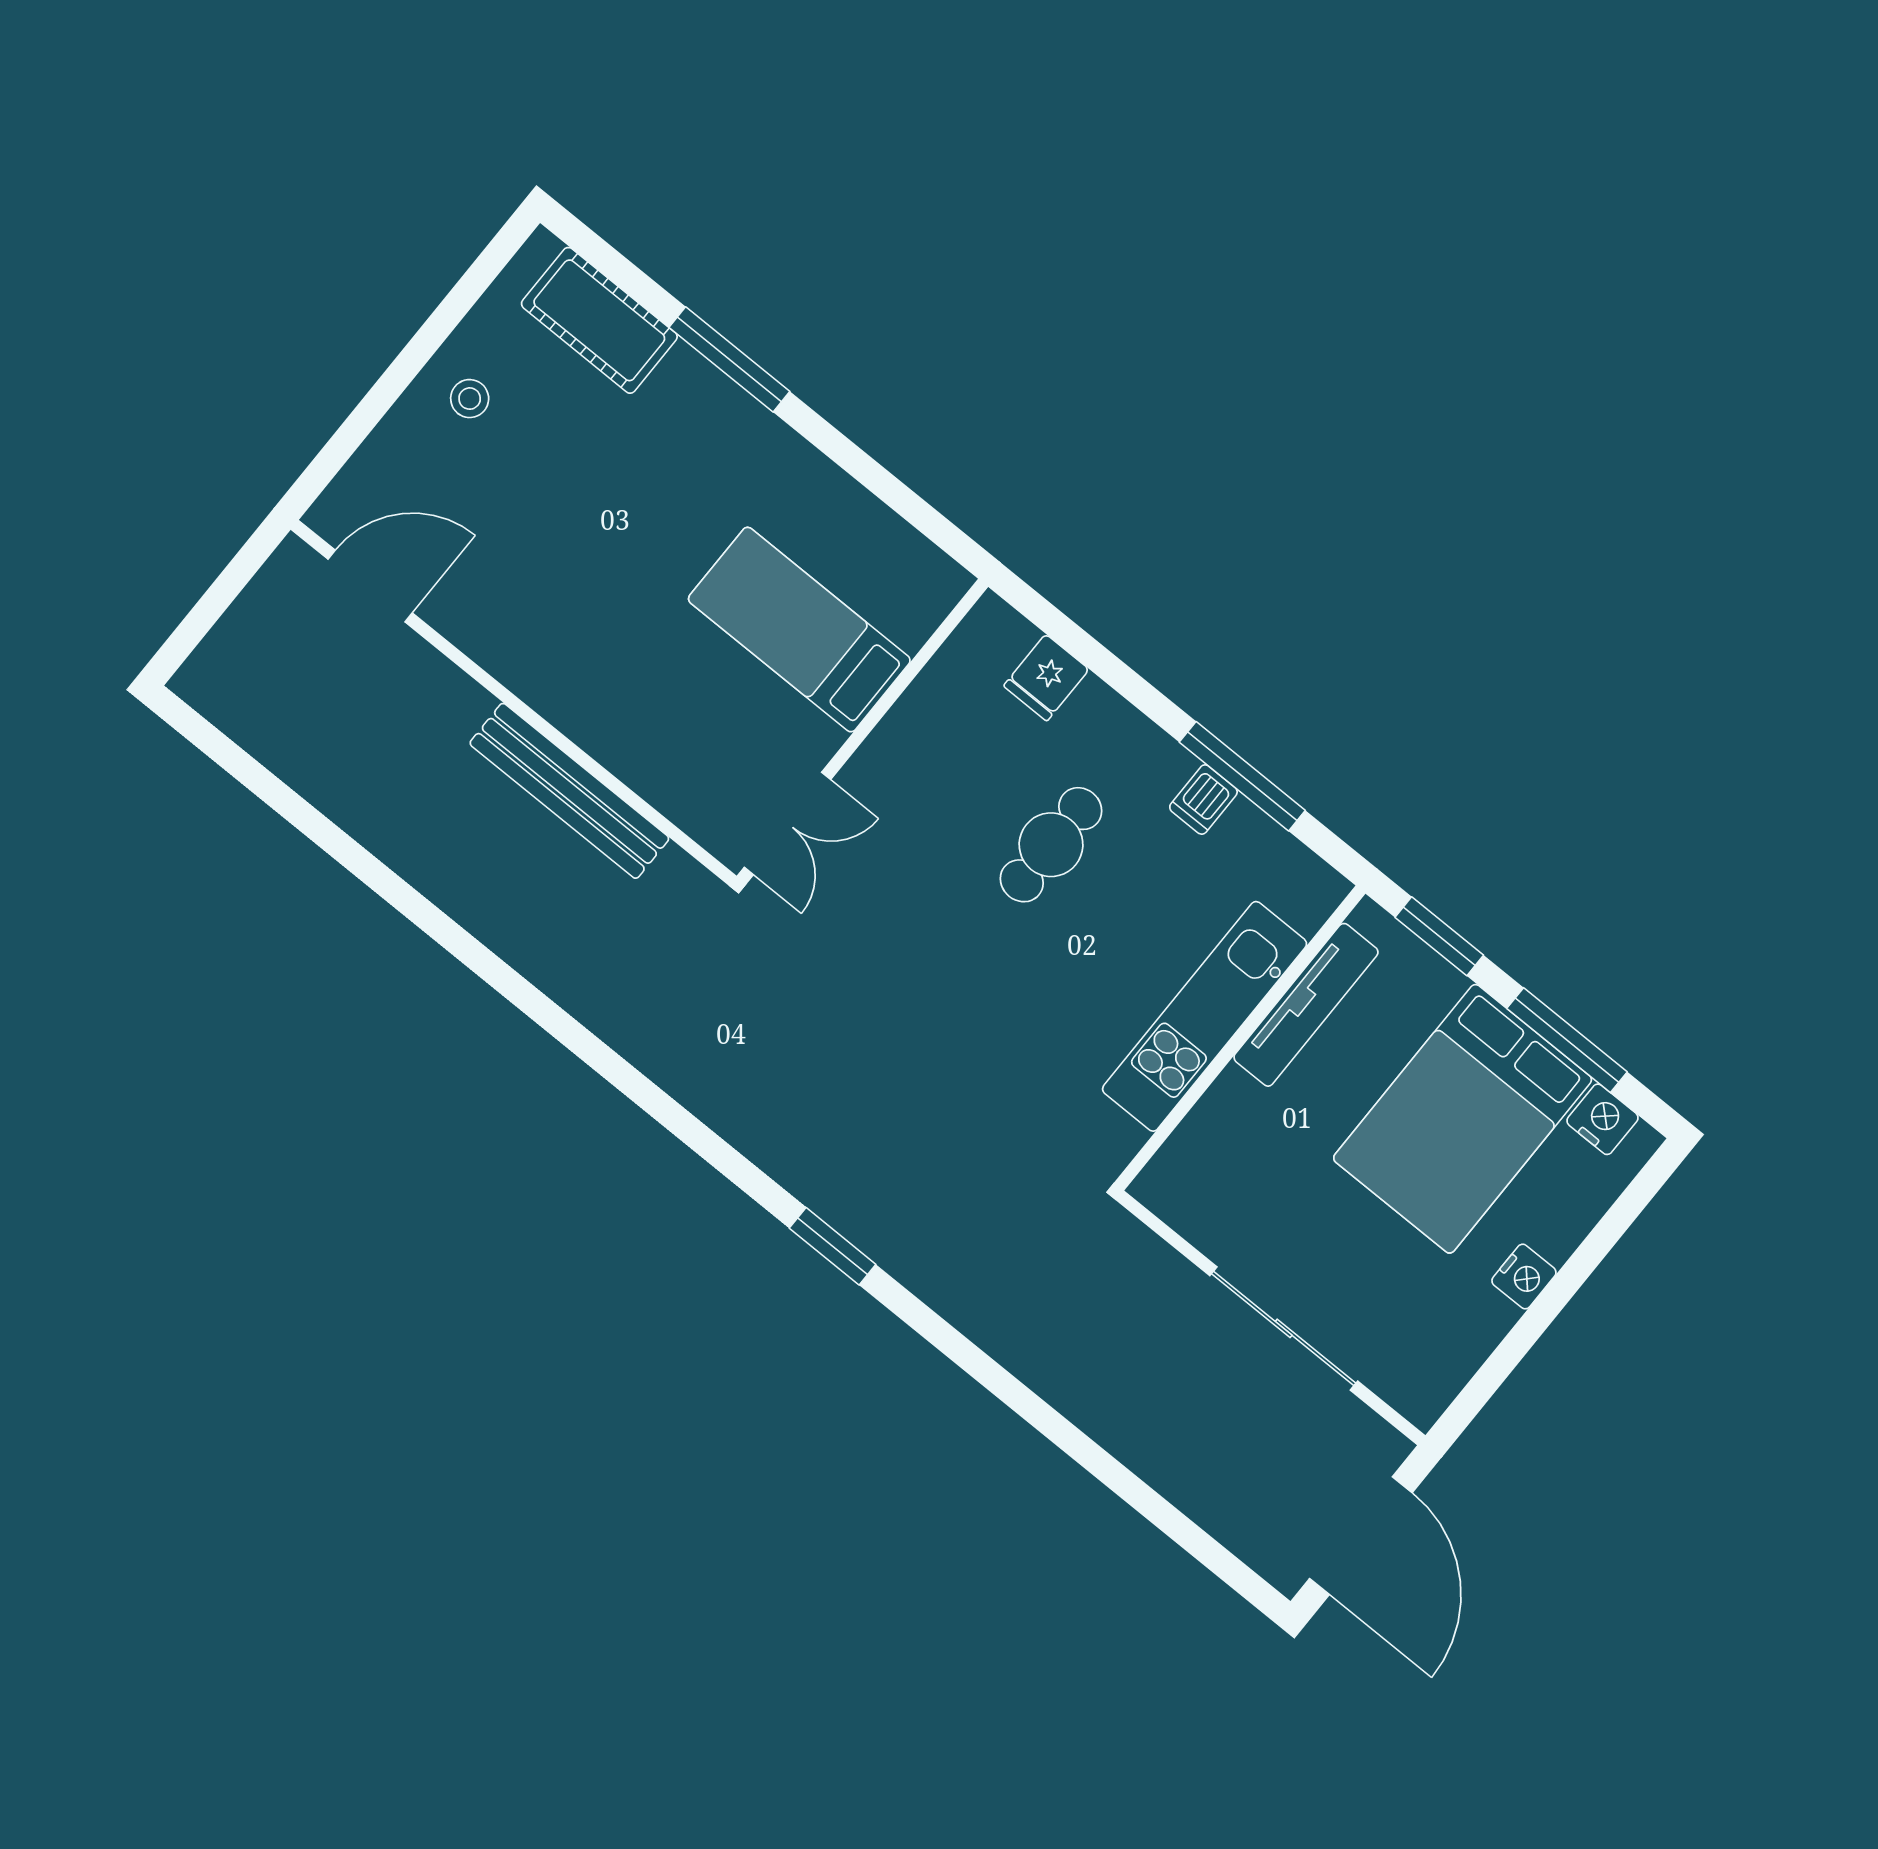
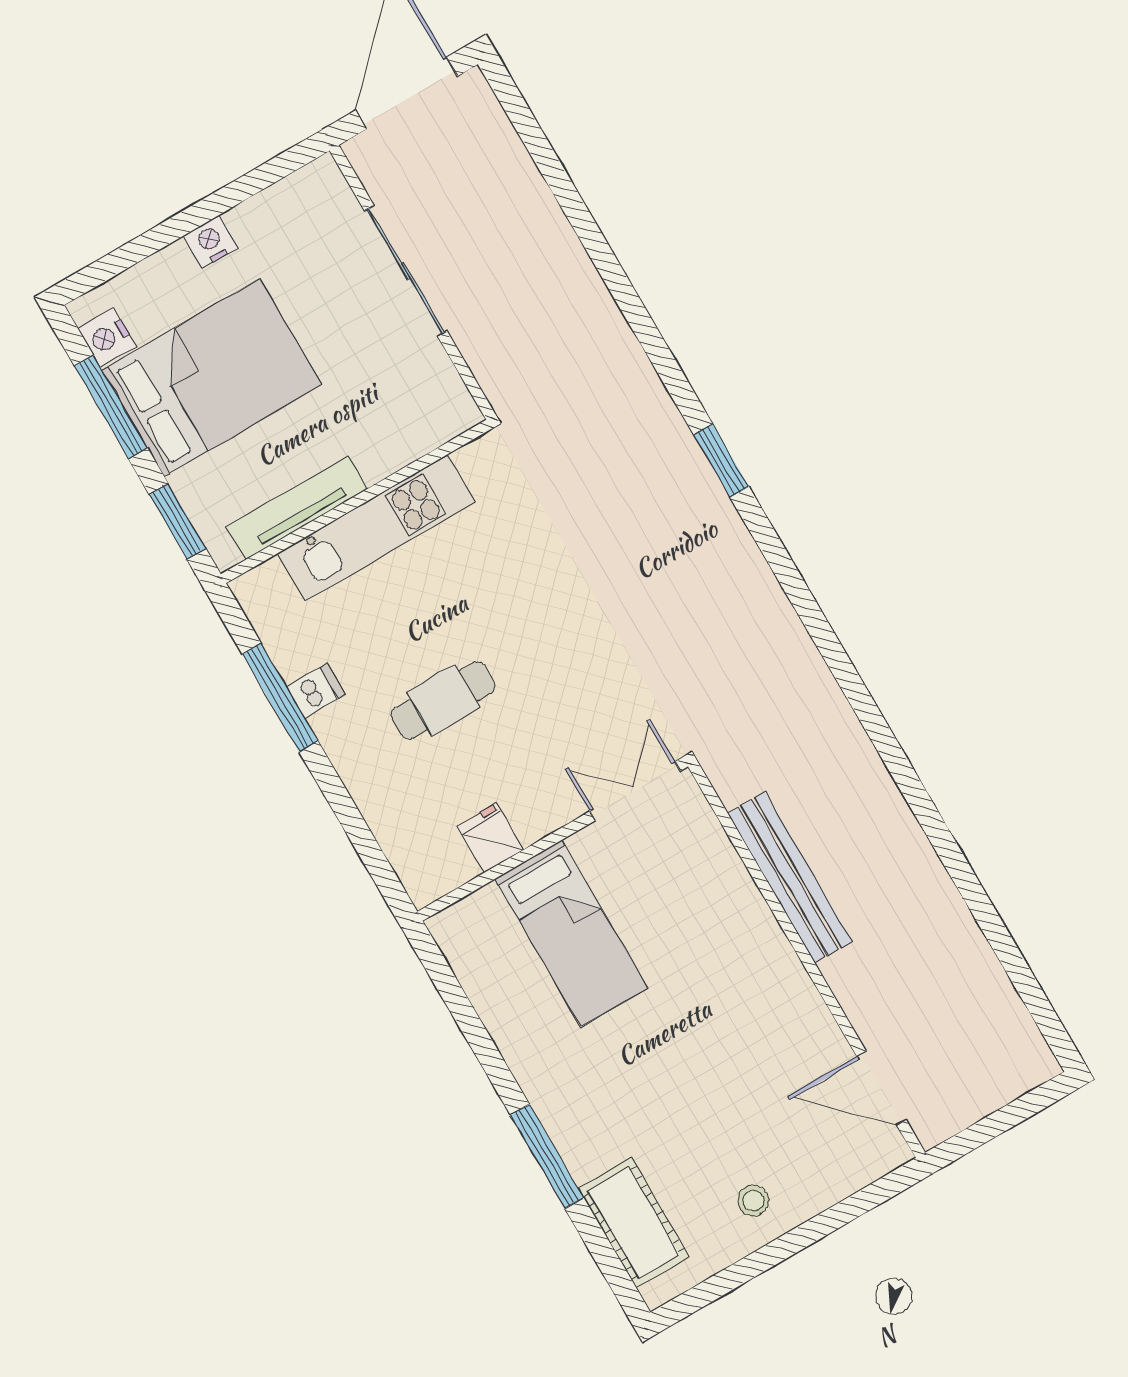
fridge: (1046, 678) -> (490, 838), moved, turned -90

